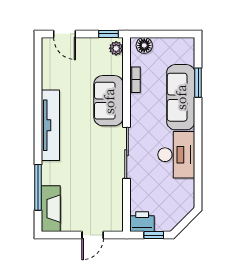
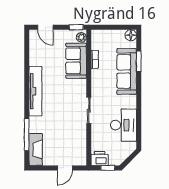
floor lamp: (144, 45) -> (131, 35), moved
sofa: (109, 101) -> (76, 61), moved
sliding door: (127, 153) -> (89, 110), width x0.73
desk: (176, 155) -> (124, 125), moved

